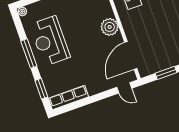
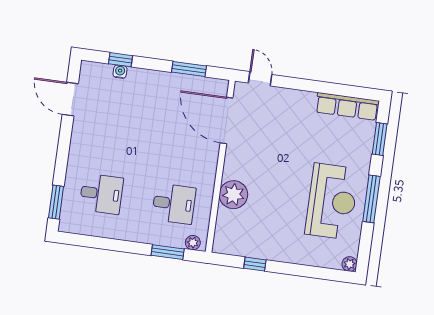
plant: (110, 27) -> (233, 195), moved
door: (131, 55) -> (227, 120), swing flipped

